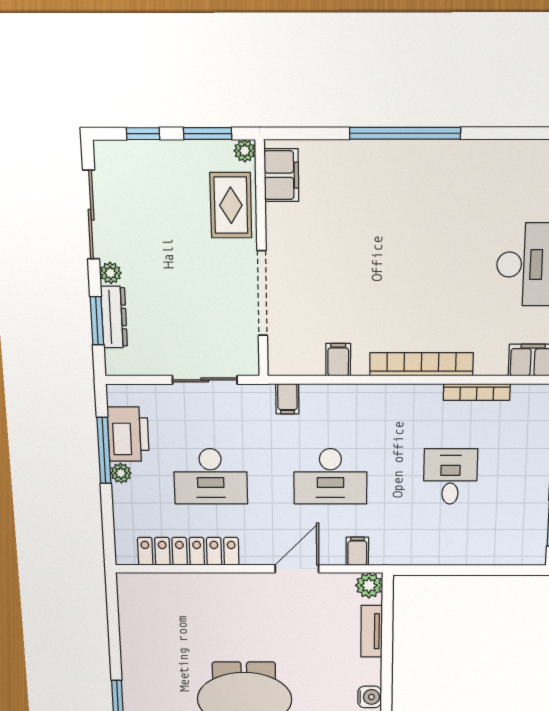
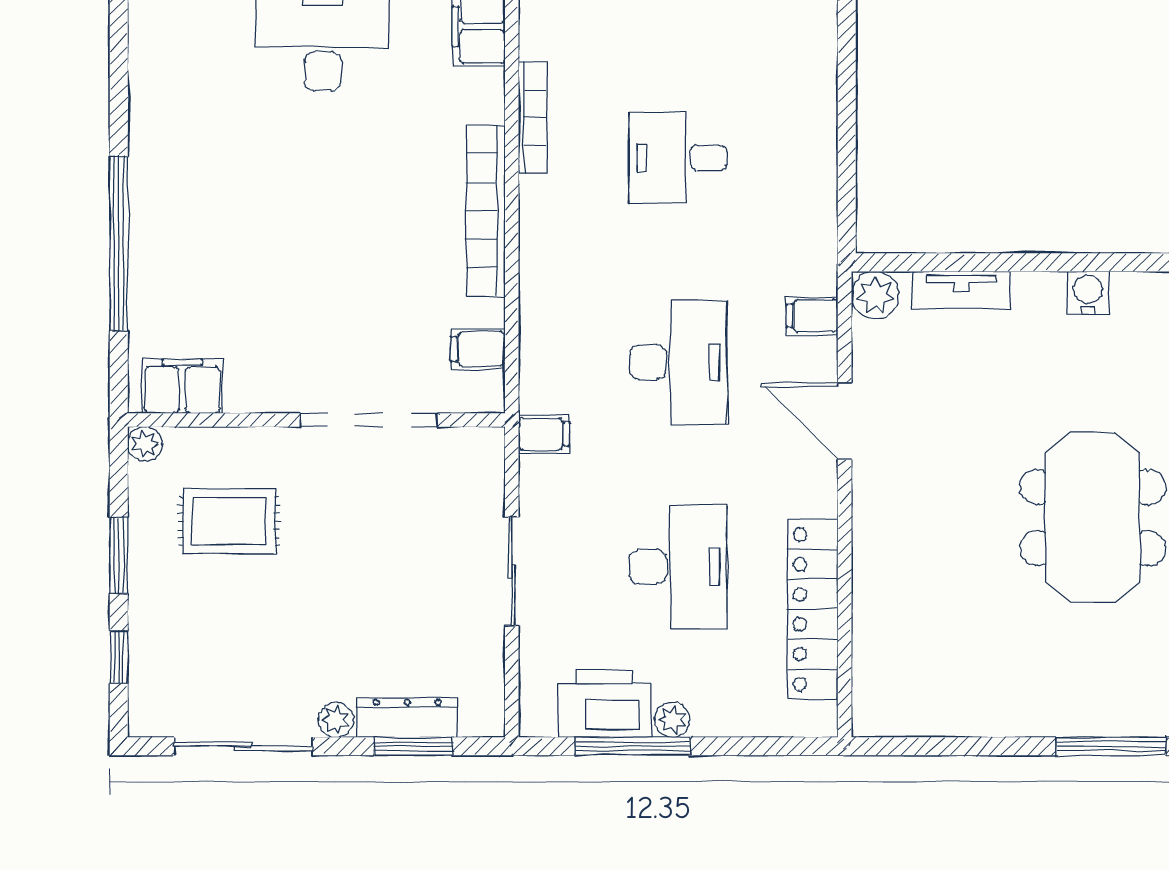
plant: (245, 151) -> (145, 444), moved
filing cabinet: (281, 175) -> (182, 386), moved
wall: (262, 261) -> (316, 420), moved
doorway: (262, 293) -> (369, 420), moved

